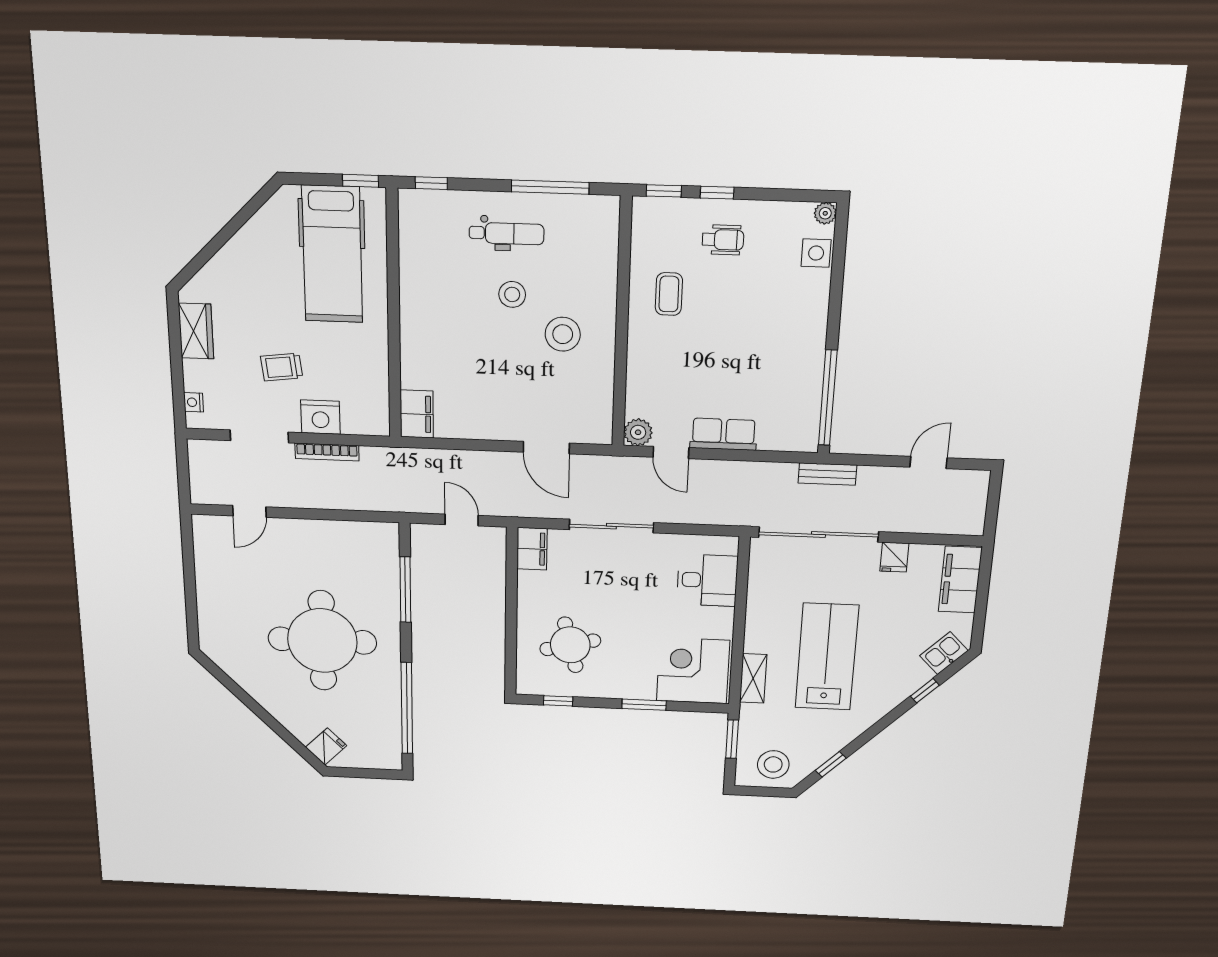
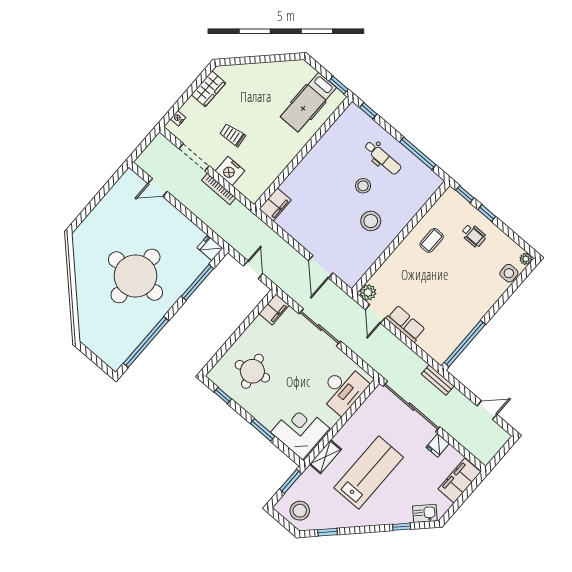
hospital bed: (332, 254) -> (308, 102), width x0.73, depth x0.78
desk: (707, 580) -> (343, 389), width x1.37
fridge: (326, 746) -> (210, 248), moved, turned -135

